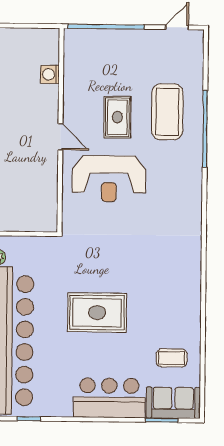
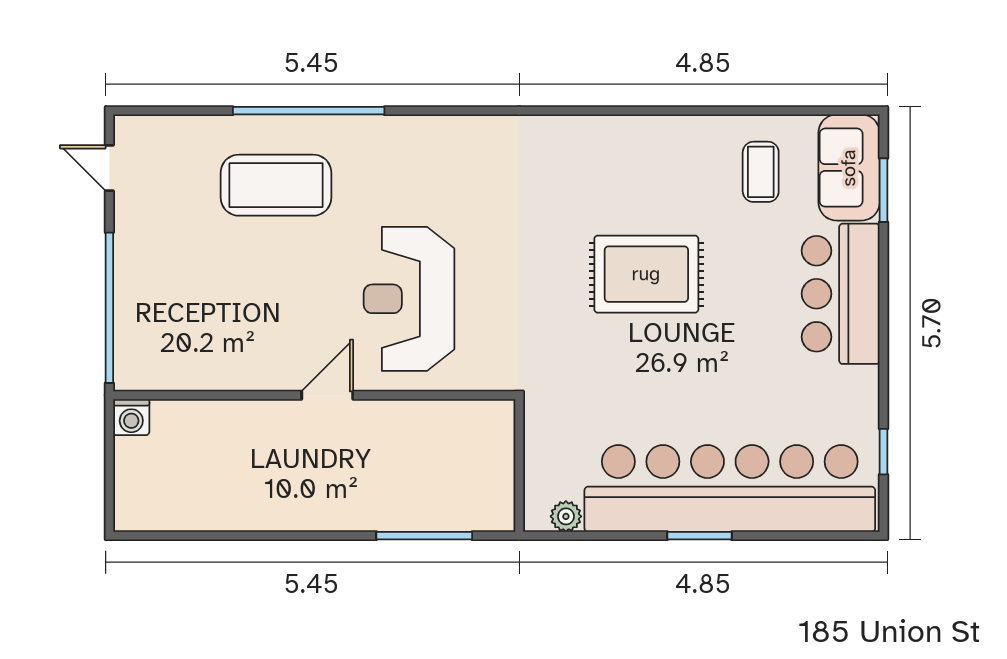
washing machine: (50, 74) -> (131, 417), moved
rug: (117, 117) -> (288, 284), removed
reception desk: (109, 179) -> (409, 299), turned 180
rug: (97, 313) -> (646, 274), moved, turned 90

